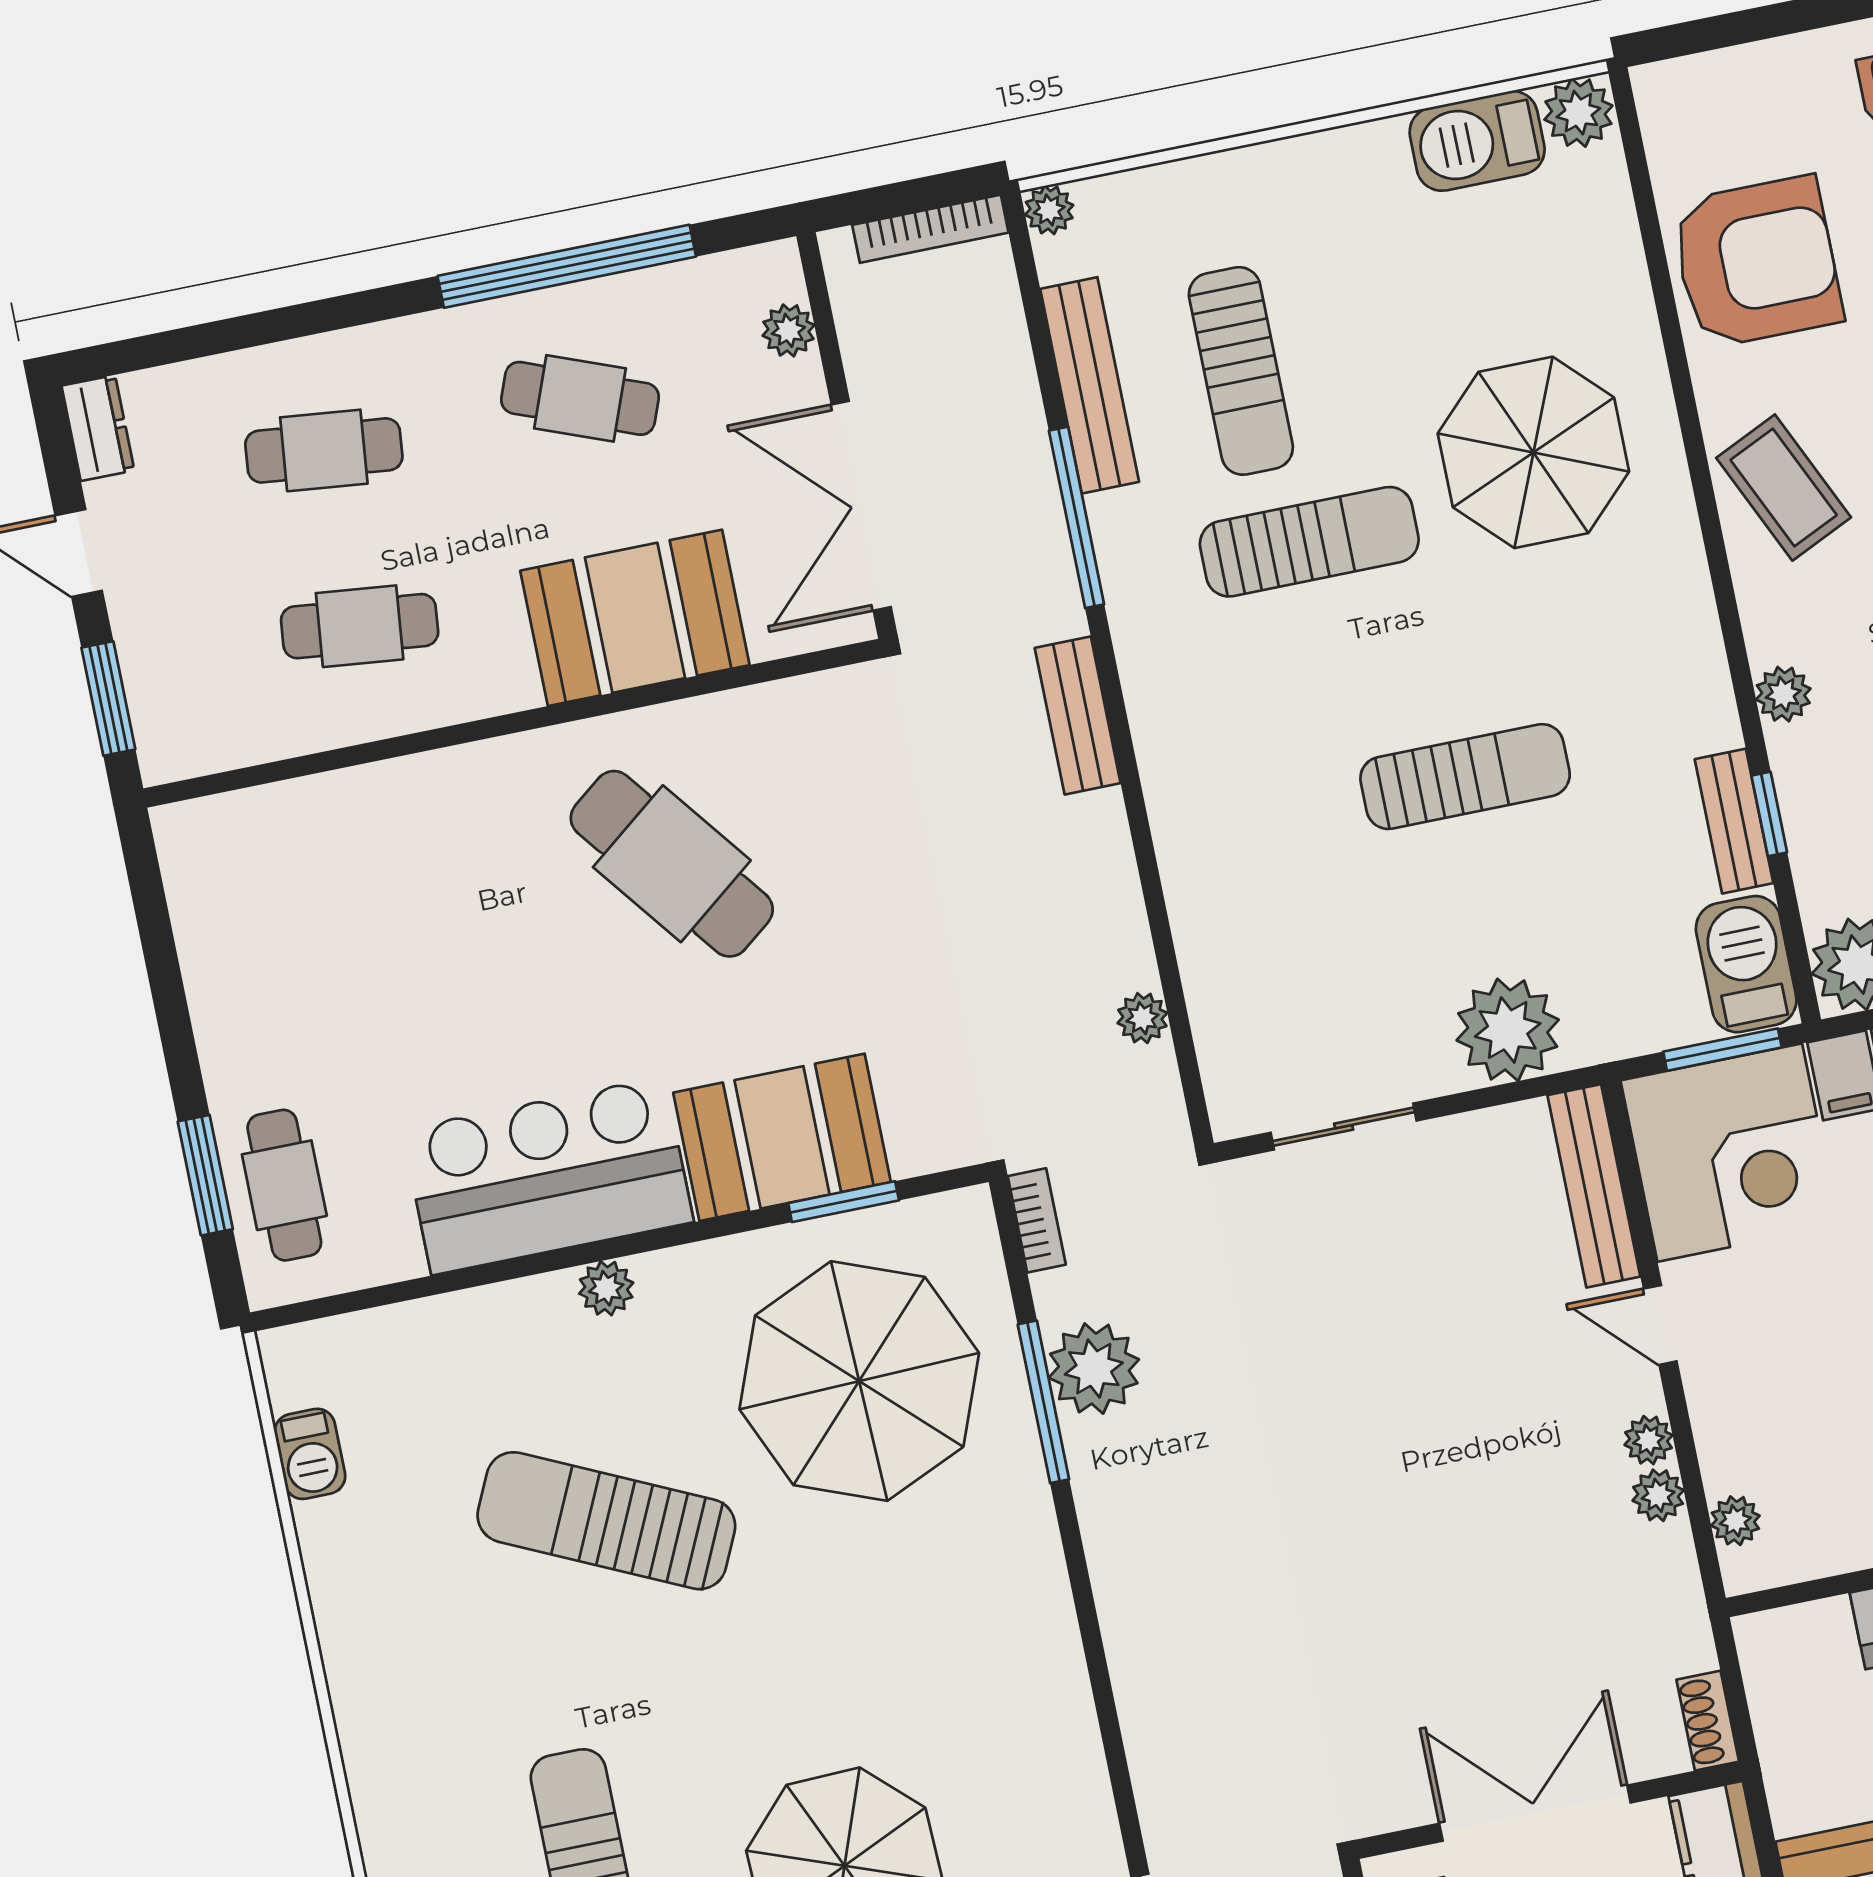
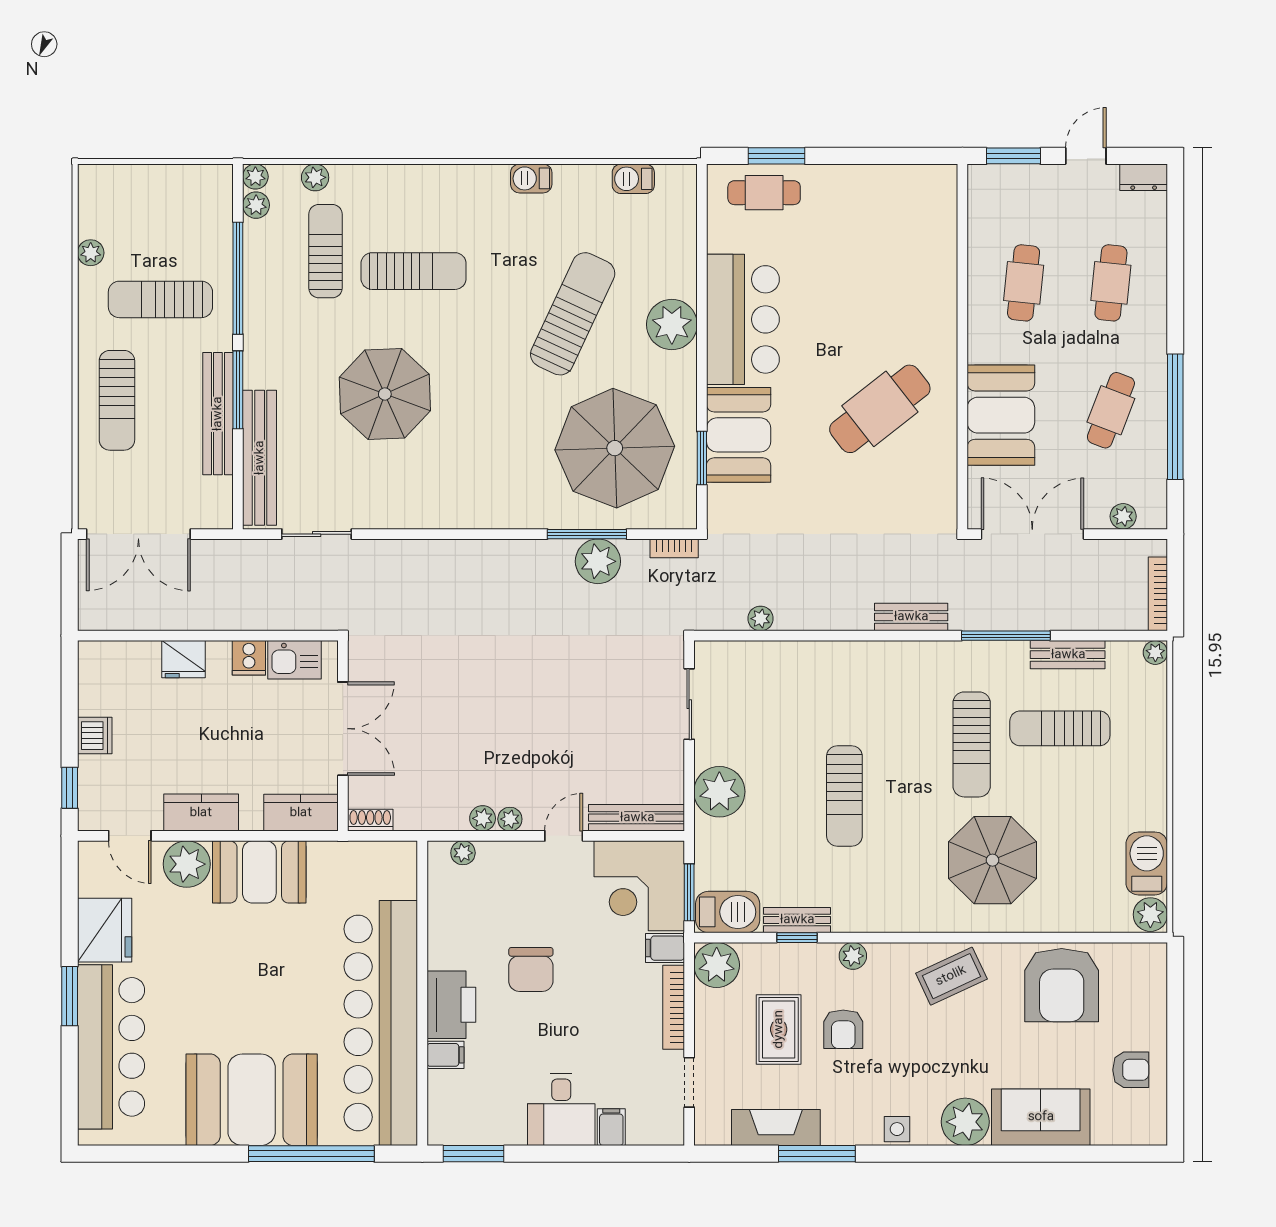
bench: (1090, 385) -> (1068, 655), width x0.73
plant: (606, 1288) -> (672, 324), width x1.88, depth x1.88
barbecue: (351, 1659) -> (531, 178), added

